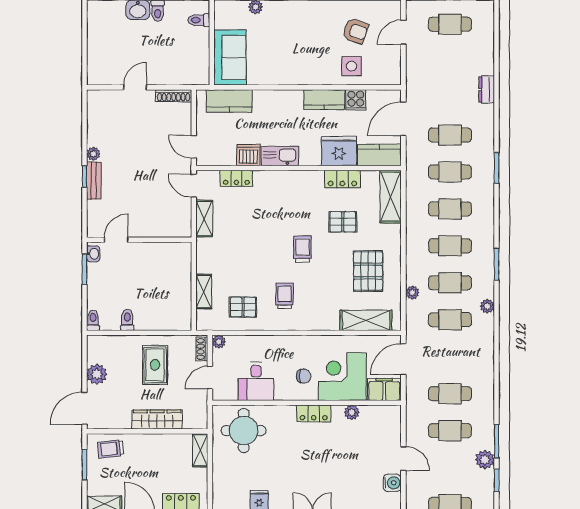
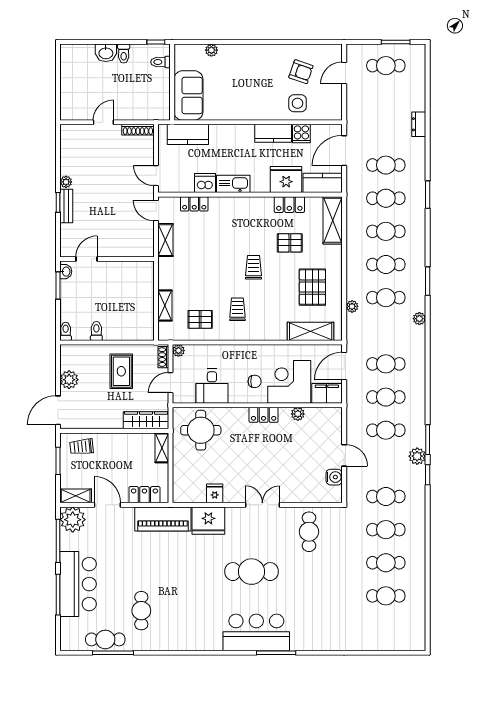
cafe table: (450, 320) -> (386, 364), moved
wardrobe: (157, 420) -> (146, 420), moved

